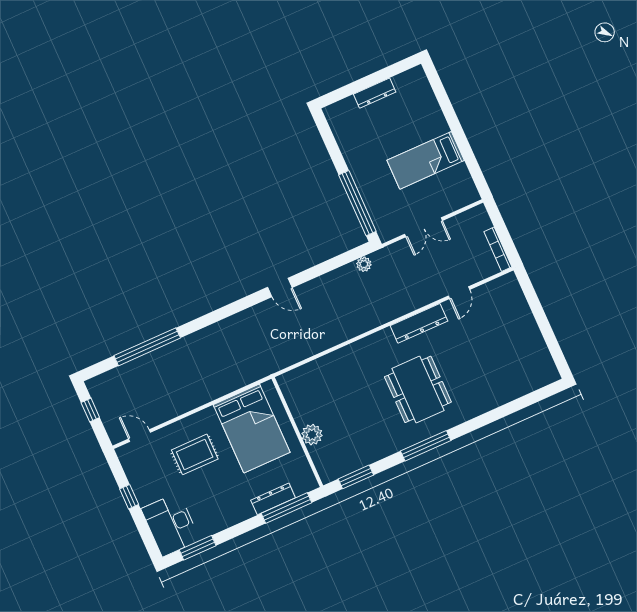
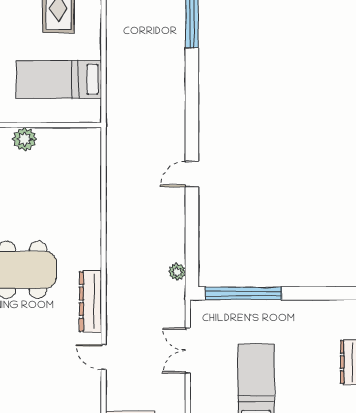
bed: (252, 429) -> (59, 79), width x0.67

